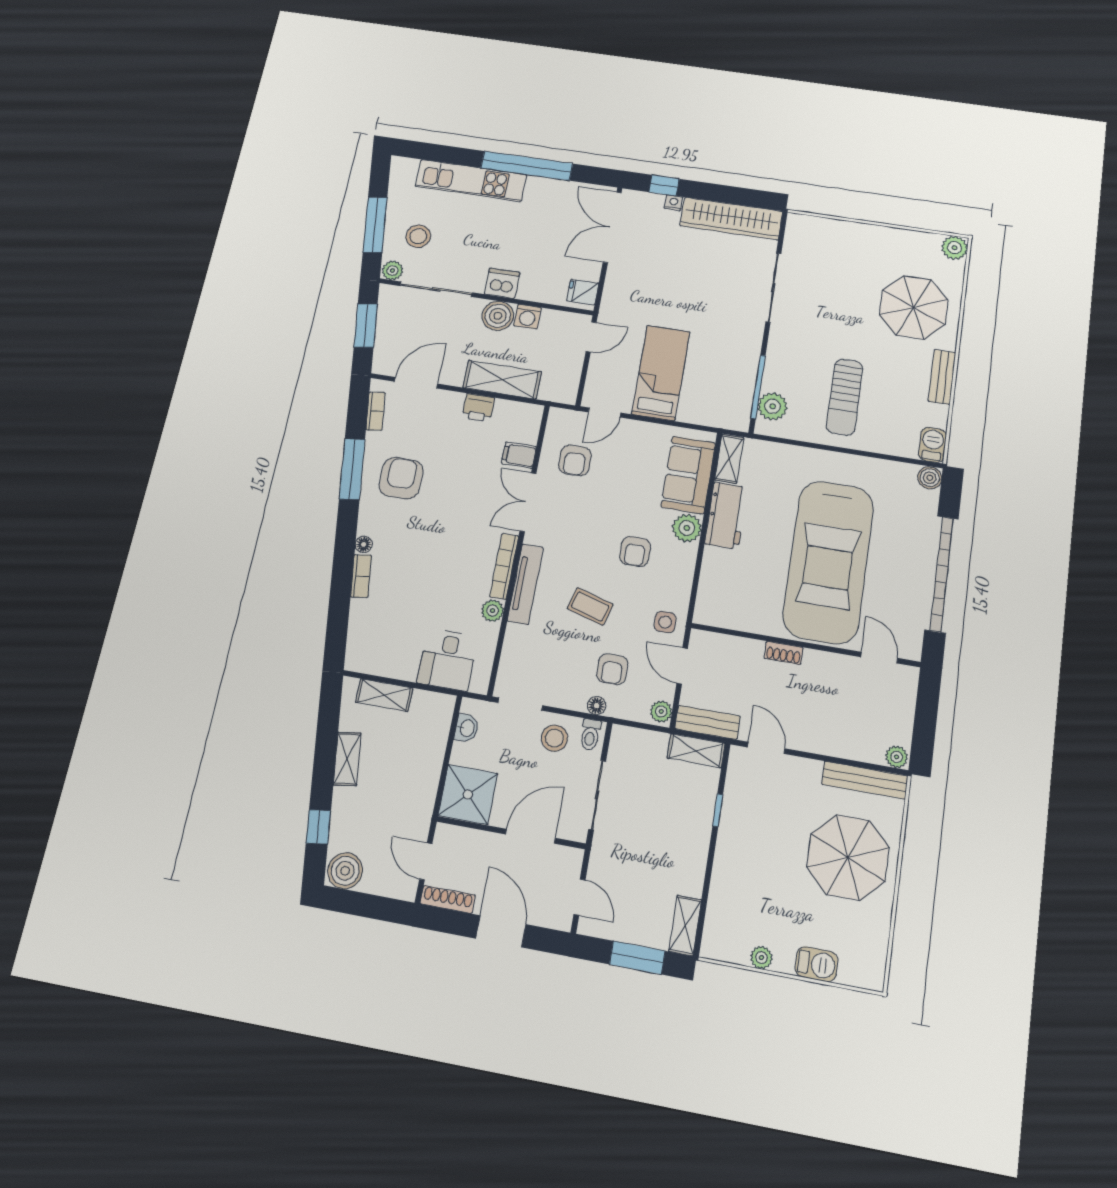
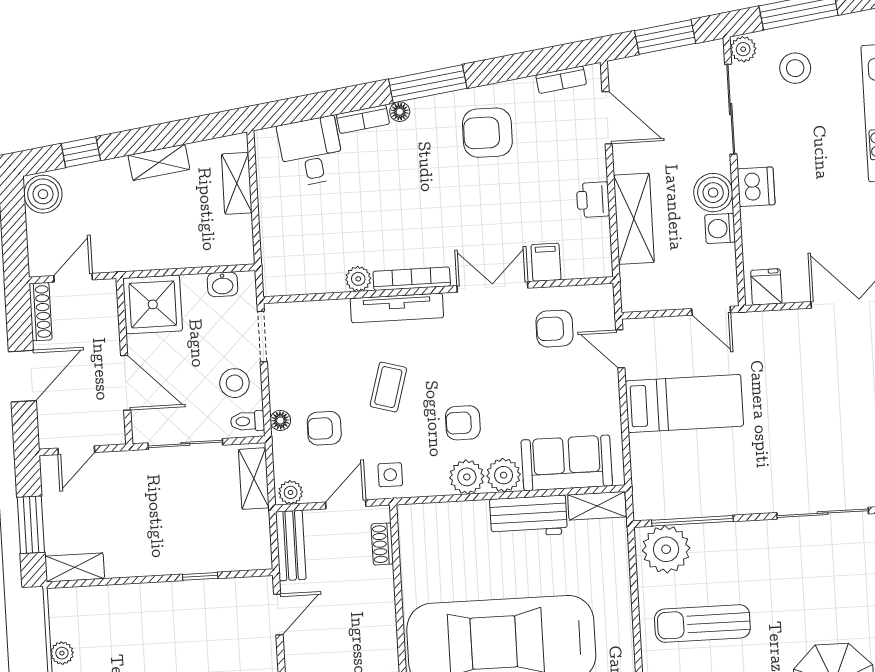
plant: (773, 406) -> (666, 549), width x1.36, depth x1.36
window: (352, 469) -> (428, 84), moved
armchair: (401, 478) -> (487, 133), turned 180
plant: (682, 559) -> (467, 477), added
shoe rack: (784, 653) -> (382, 544), moved
desk: (448, 660) -> (311, 151), moved, turned 82
shelving: (696, 751) -> (254, 479), moved

